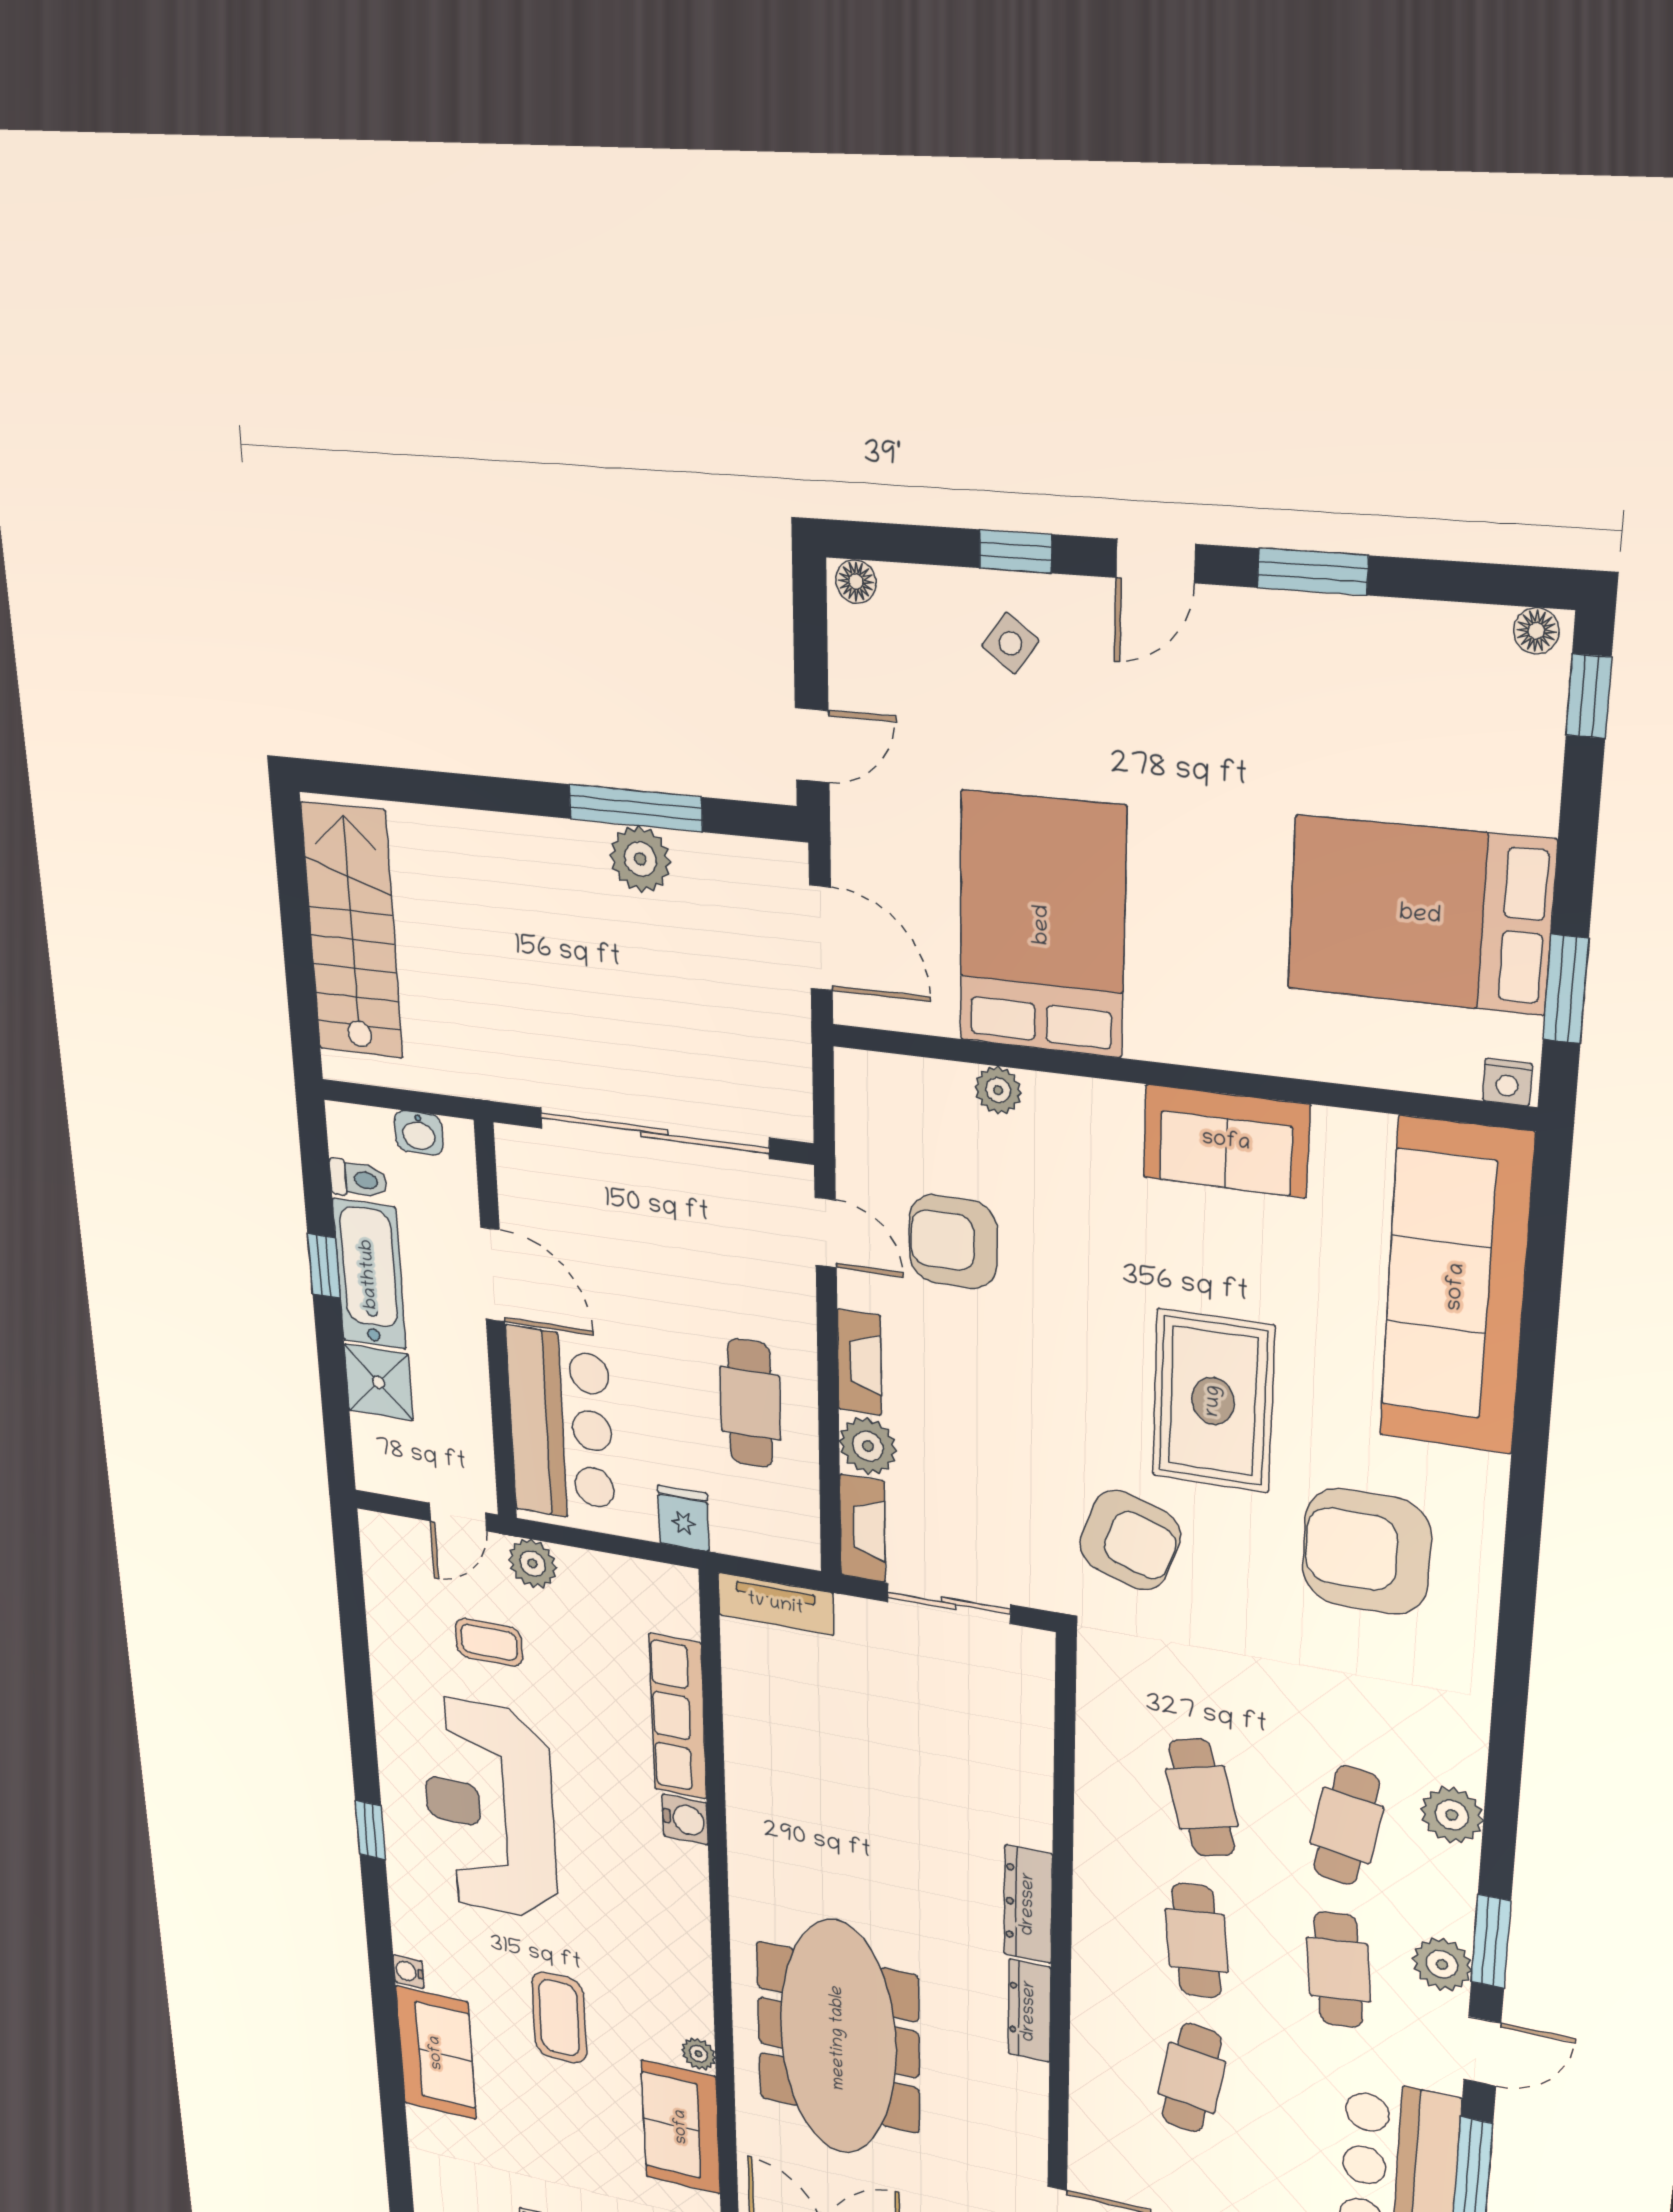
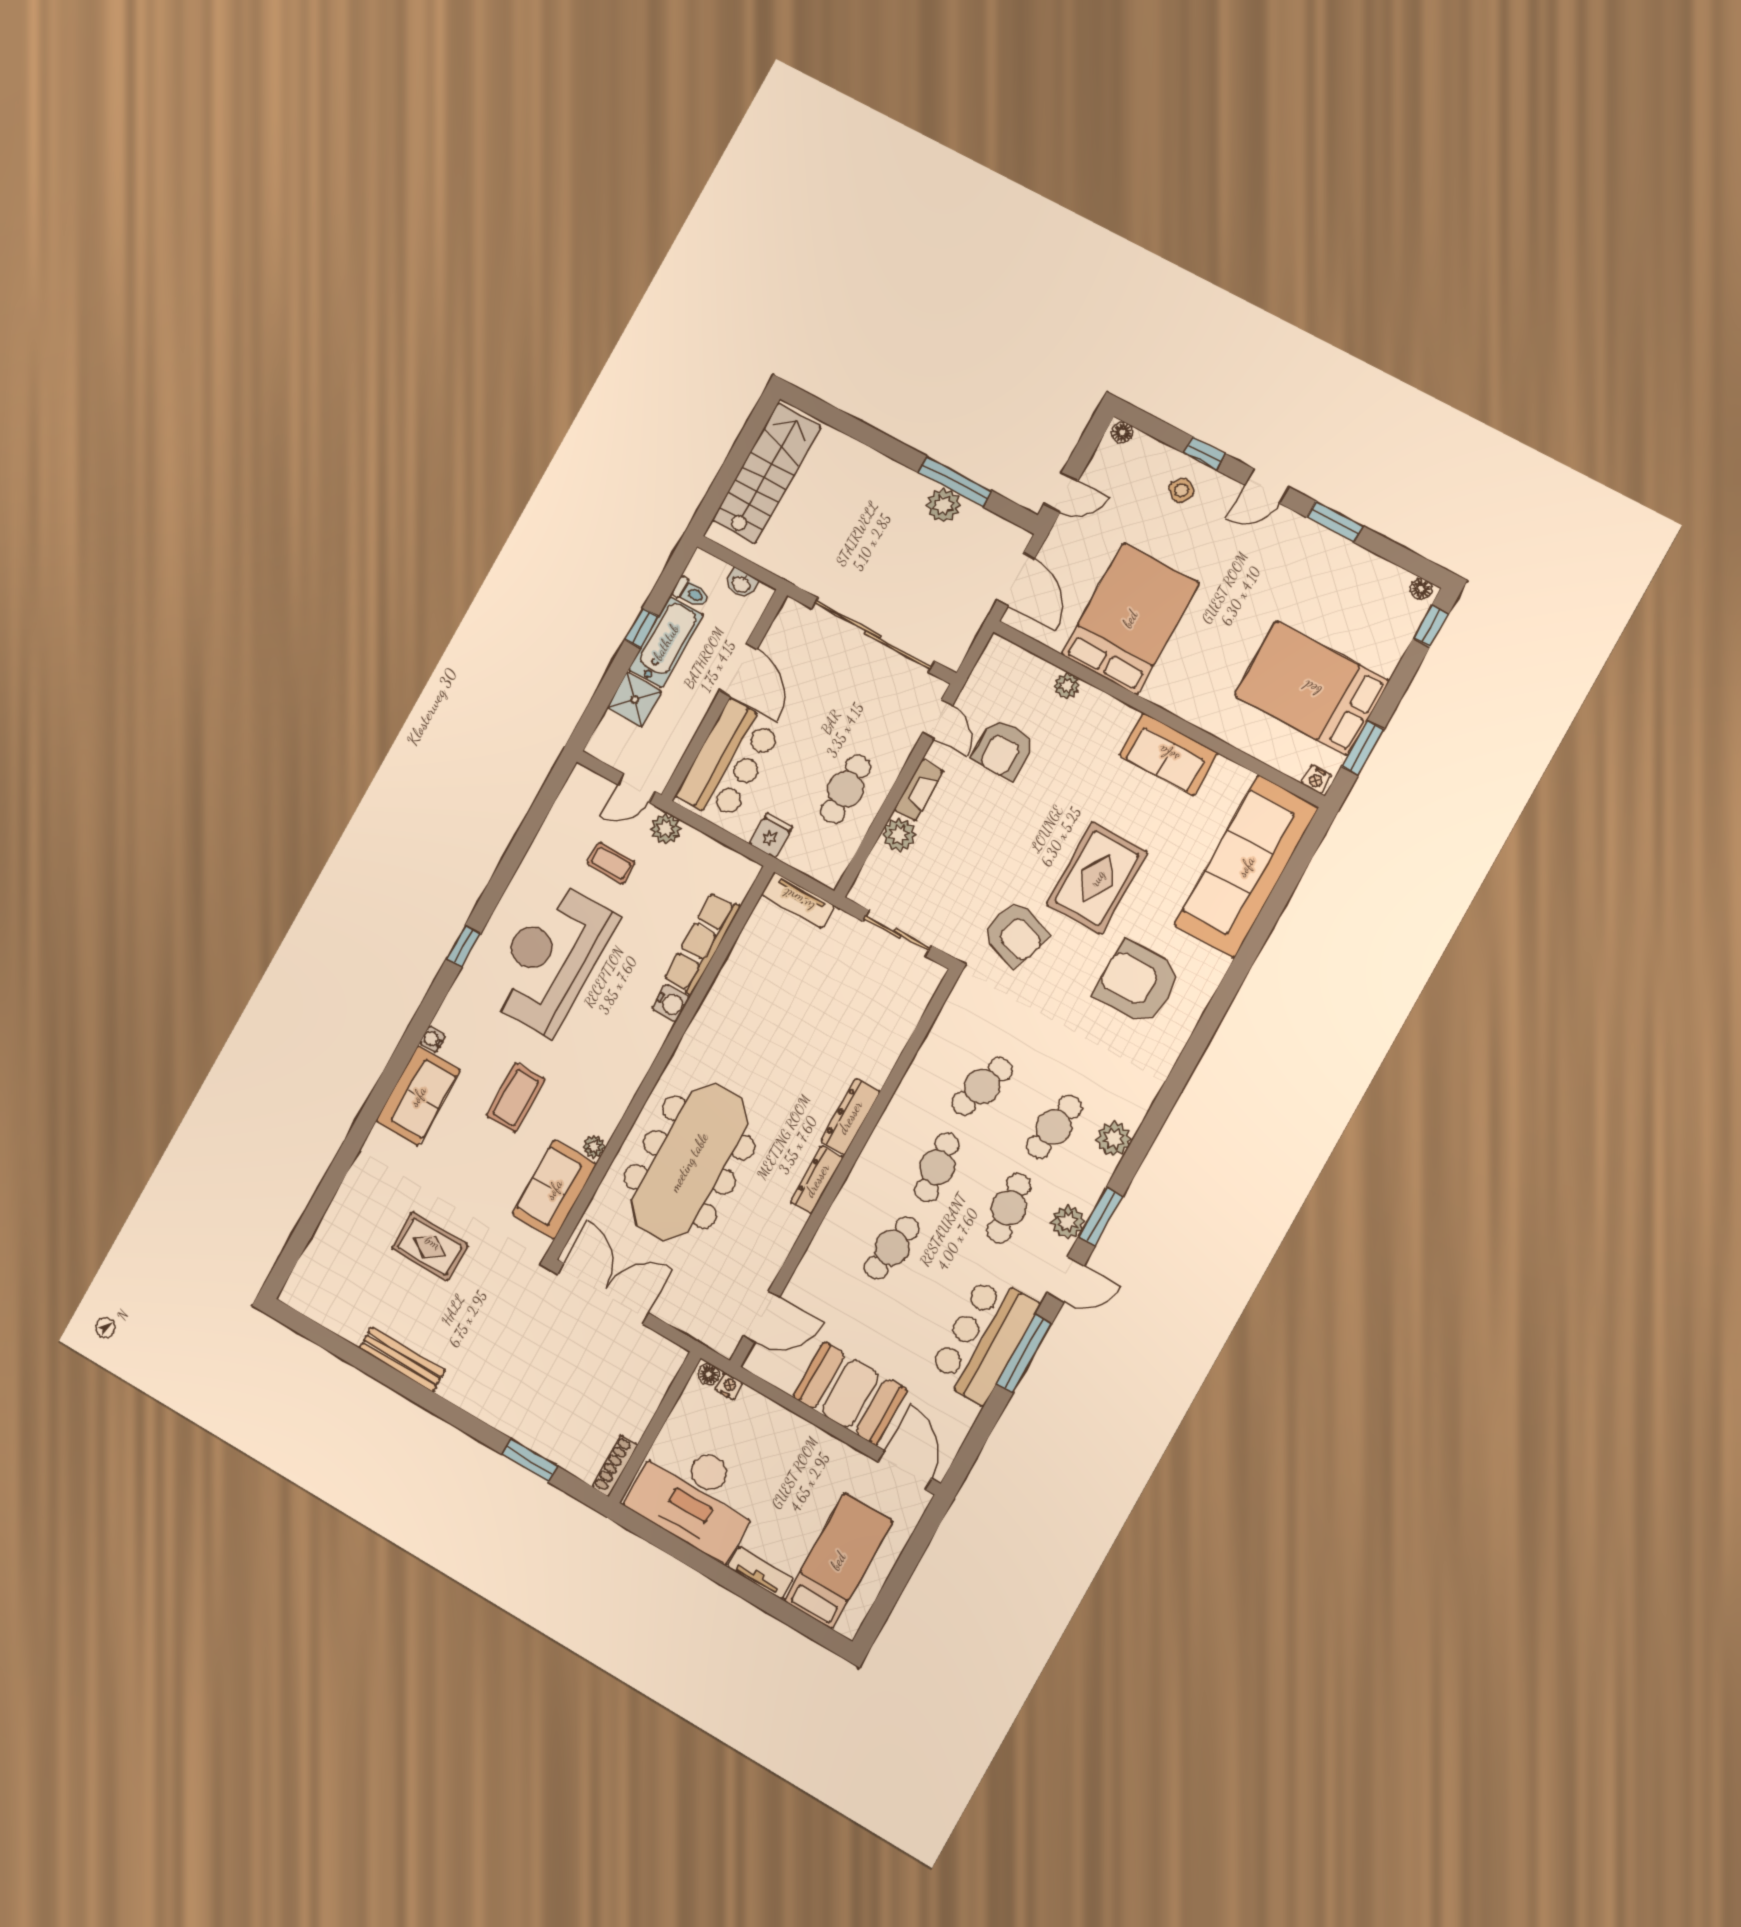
armchair: (953, 1242) -> (1003, 749), turned -90
fireplace: (862, 1528) -> (871, 877), removed
cafe table: (1202, 1798) -> (982, 1086), turned 33

